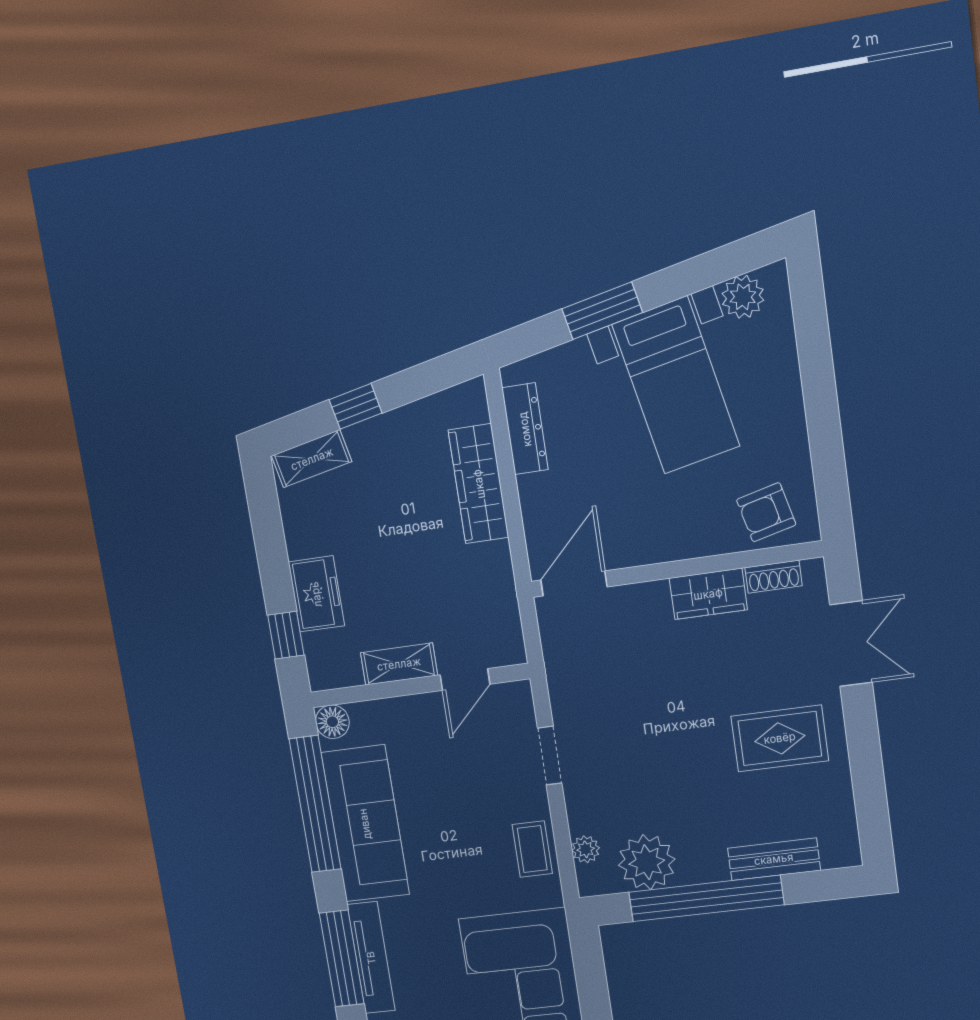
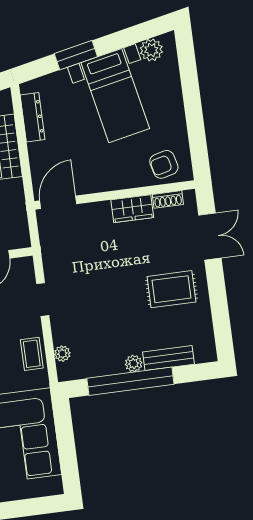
plant: (647, 862) -> (134, 364), moved, width x0.53, depth x0.53

